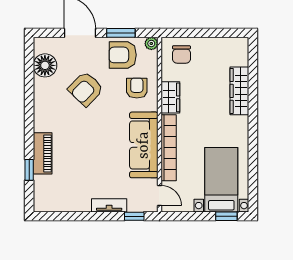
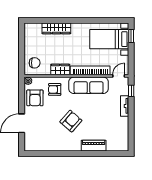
window: (121, 33) -> (22, 99), removed
floor lamp: (45, 65) -> (41, 144), removed
armchair: (86, 89) -> (71, 121), moved, turned -93
window: (29, 170) -> (103, 154), removed

